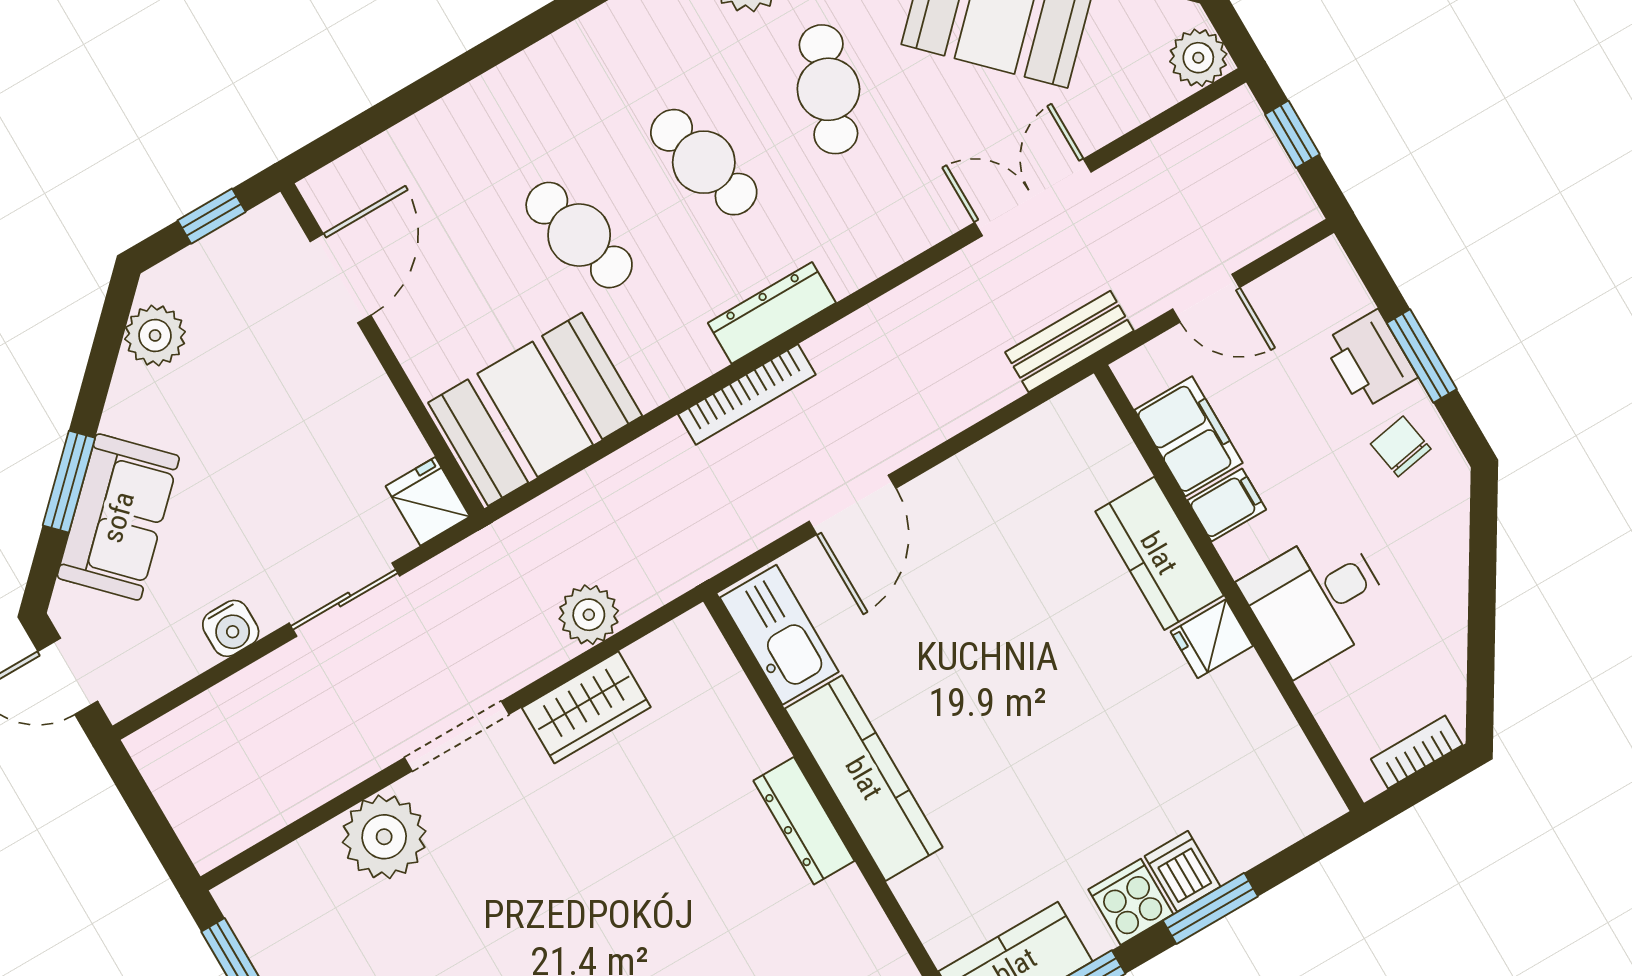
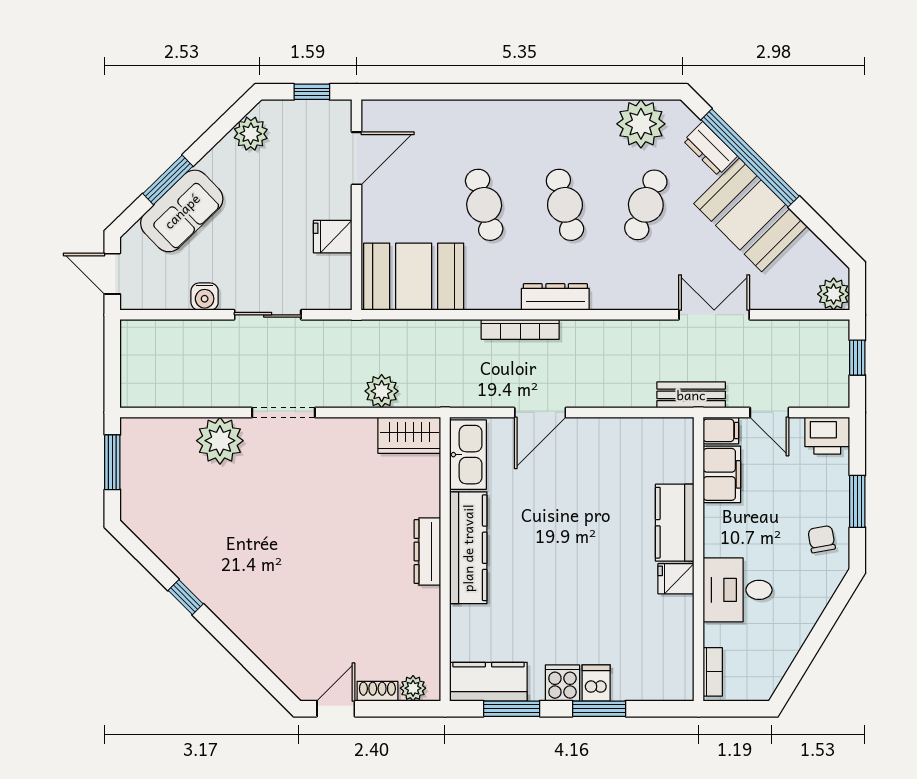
printer: (1370, 359) -> (827, 436), moved, turned -90
fridge: (428, 501) -> (333, 237), moved, turned -90
filing cabinet: (1227, 505) -> (721, 430), moved
wardrobe: (586, 707) -> (409, 435), moved
bookcase: (1417, 752) -> (713, 672), moved, turned 90

